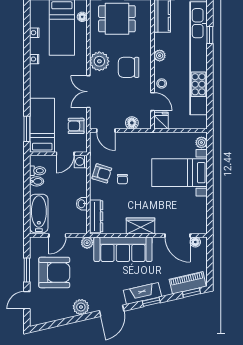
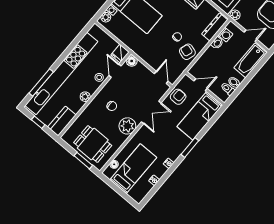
window: (210, 35) -> (41, 82), width x2.17
chair: (129, 67) -> (112, 106), width x0.54, depth x0.54
floor lamp: (132, 123) -> (132, 61), moved
armchair: (76, 126) -> (178, 97), turned -90
window: (27, 129) -> (190, 148), moved
washing machine: (81, 161) -> (225, 35), moved

